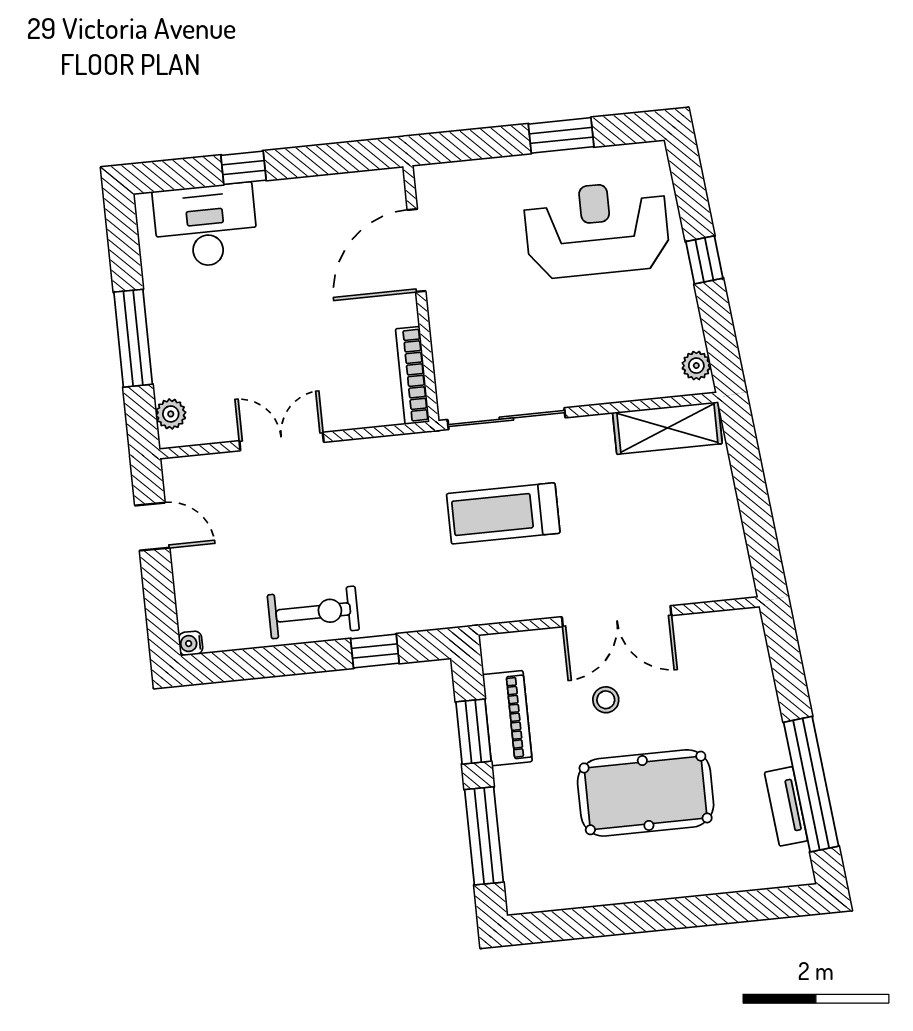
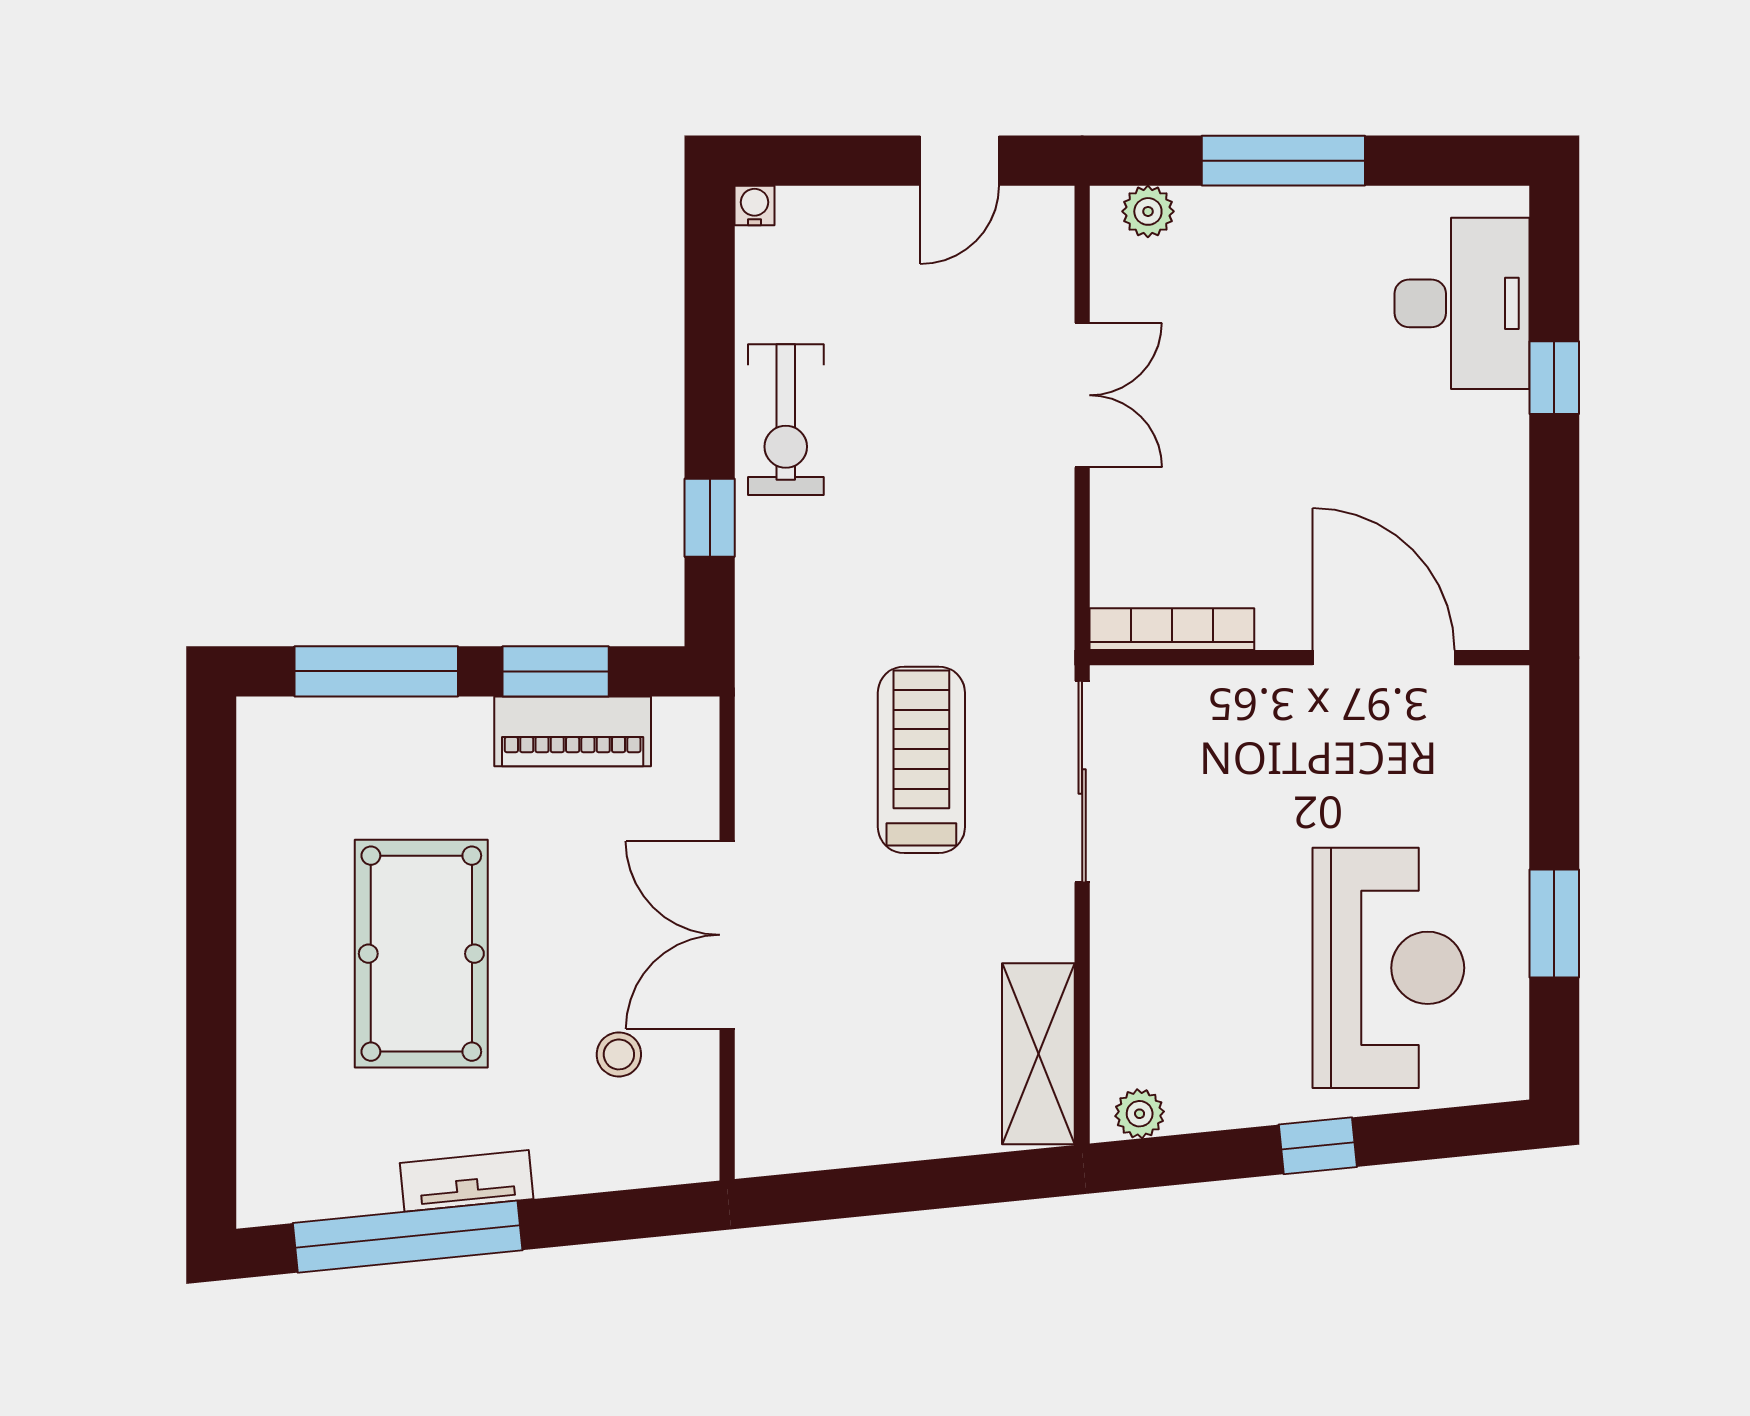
stool: (606, 700) -> (619, 1054), moved
tv unit: (786, 806) -> (467, 1181), moved

